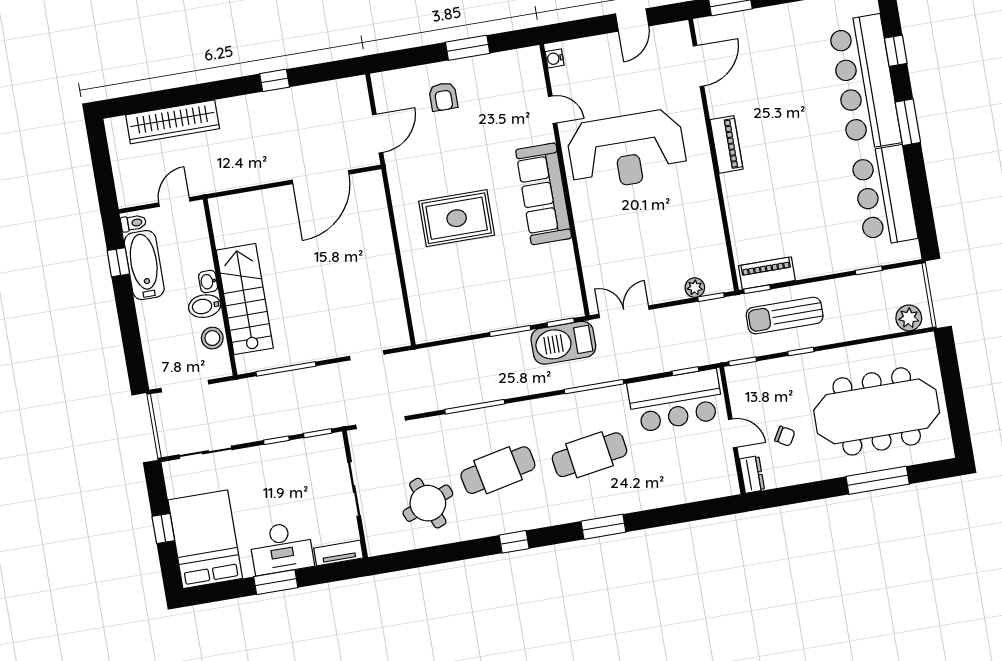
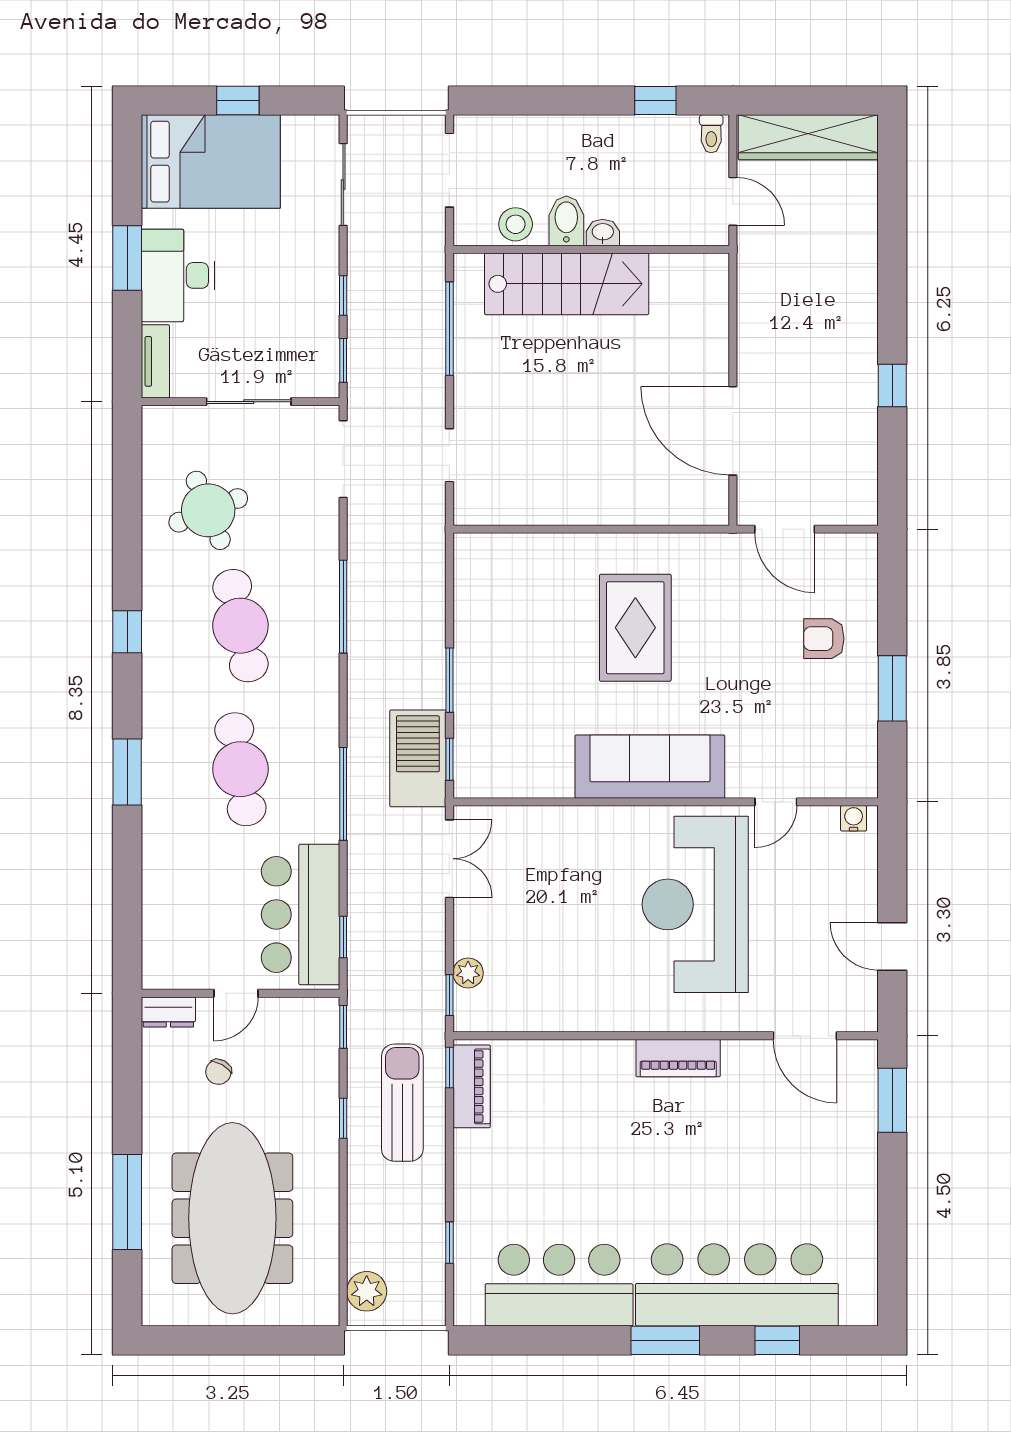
wardrobe: (173, 122) -> (808, 137), moved, turned -90
bathtub: (144, 265) -> (644, 139), removed

